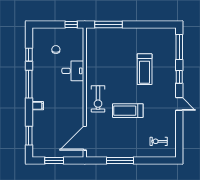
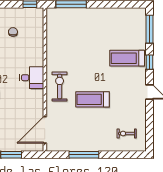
treadmill: (145, 69) -> (127, 58), moved, turned 90
desk: (73, 71) -> (32, 78), moved
exercise bike: (98, 99) -> (60, 86), turned 180

